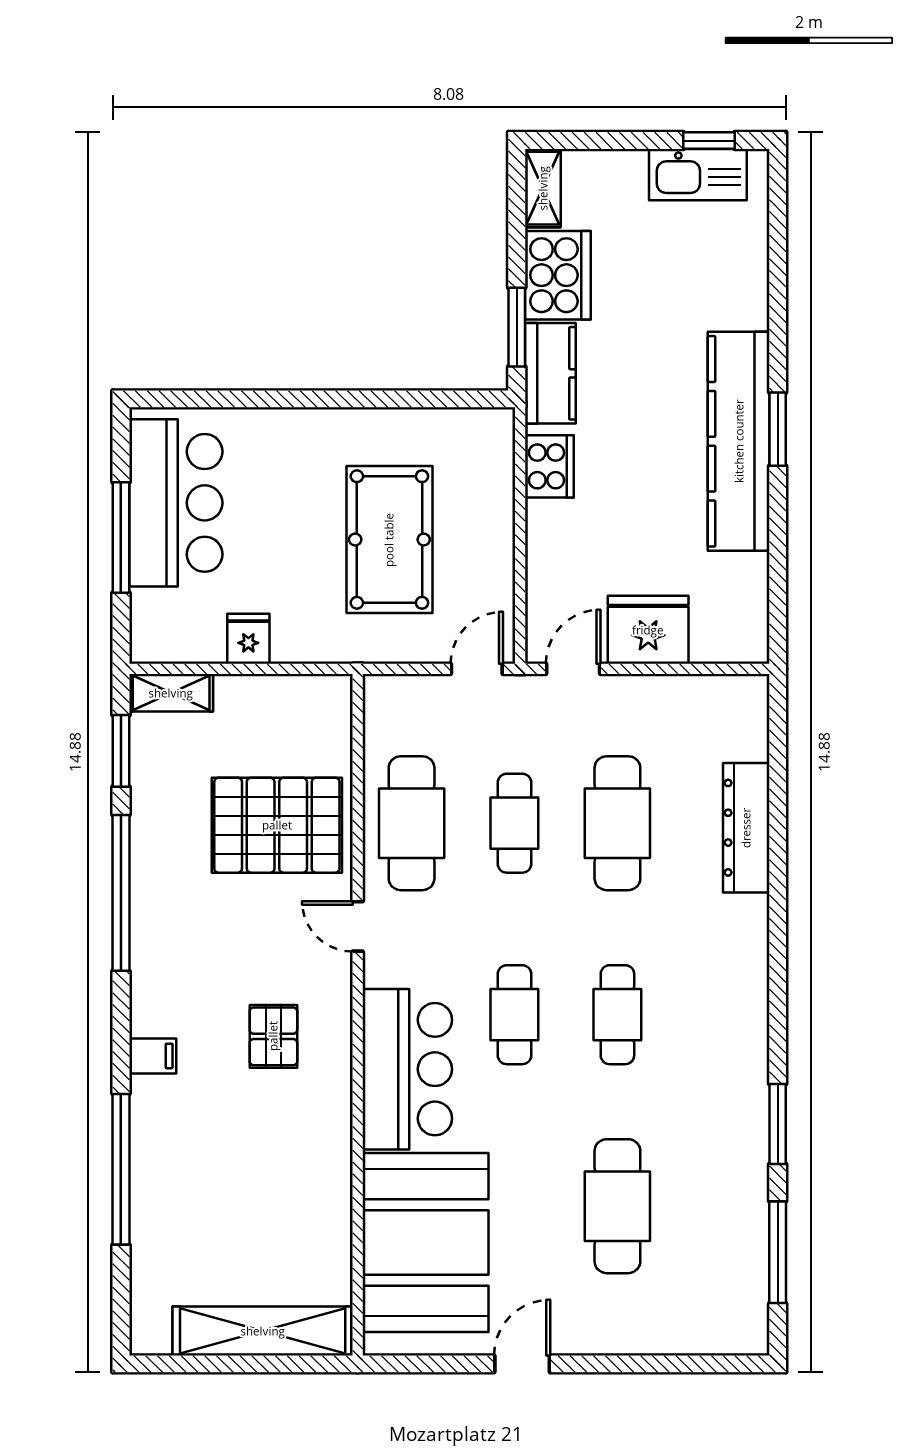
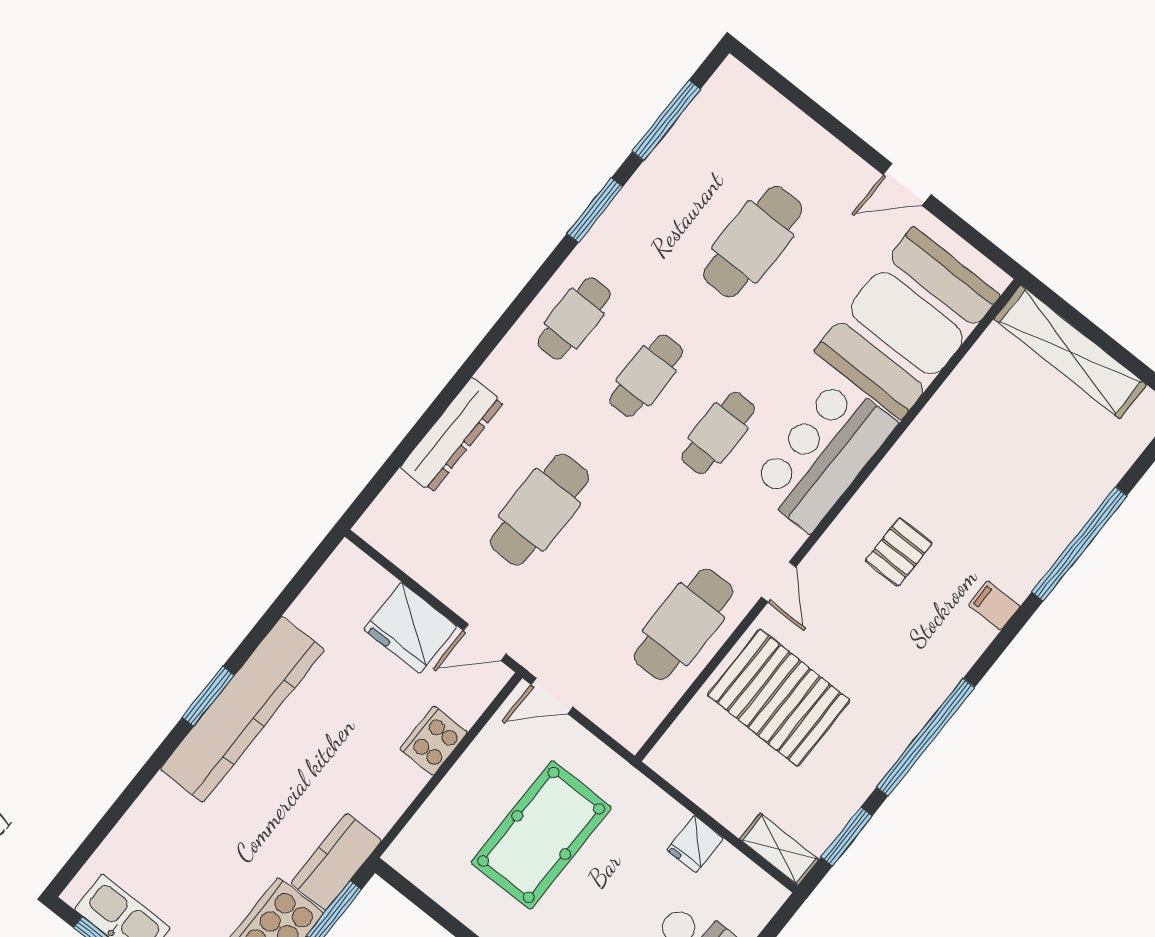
cooker: (549, 466) -> (434, 741), moved
cafe table: (514, 823) -> (574, 318), moved

